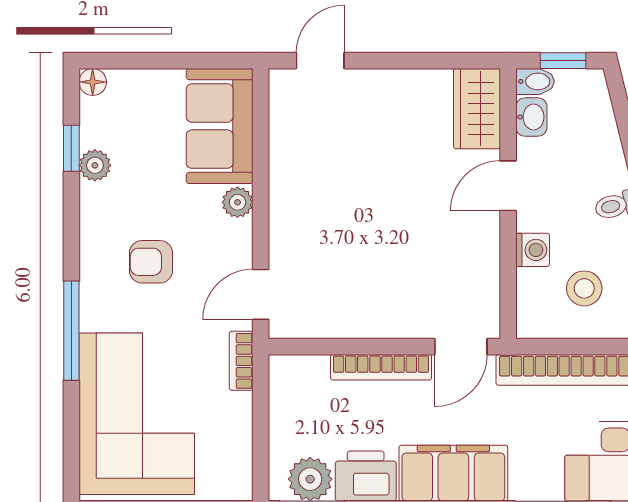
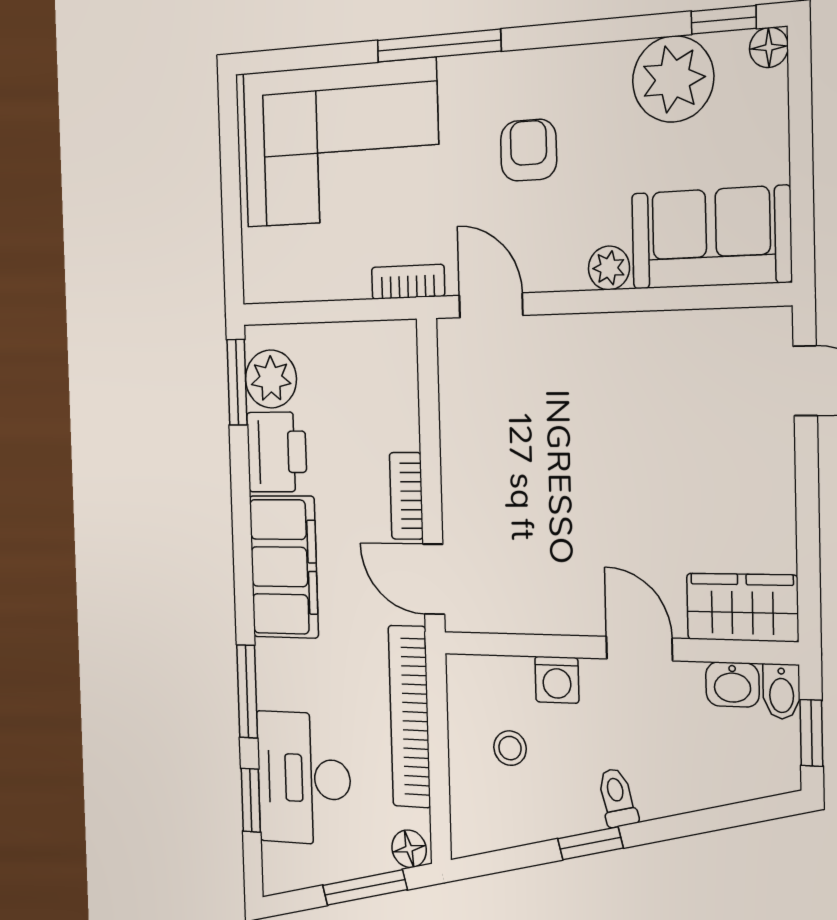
window: (71, 148) -> (724, 20), moved
plant: (95, 165) -> (673, 79), width x1.87, depth x1.87
stool: (584, 288) -> (510, 748), width x0.73, depth x0.73
bookcase: (381, 367) -> (406, 496), width x0.64

